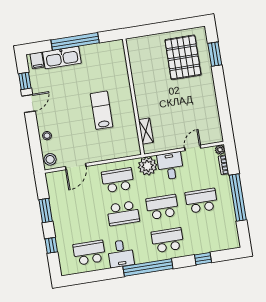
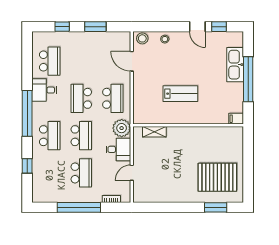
filing cabinet: (37, 61) -> (236, 119), moved
door: (193, 148) -> (132, 173), swing flipped
plant: (220, 150) -> (126, 198), removed

